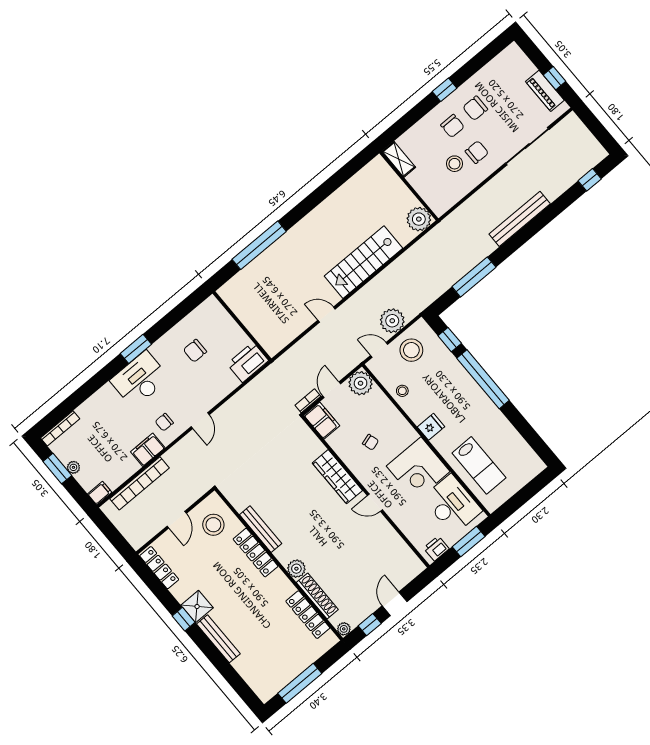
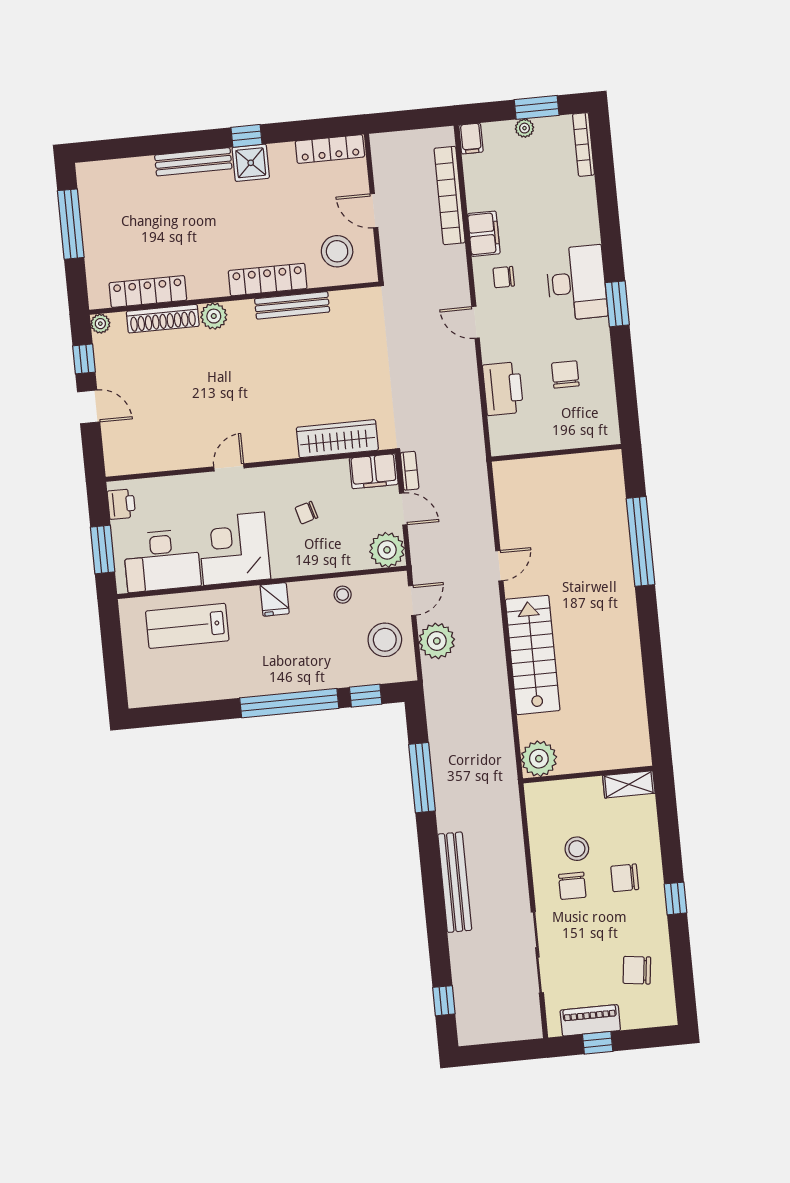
chair: (475, 108) -> (637, 970), moved, turned -83
printer: (248, 362) -> (503, 389), moved
chair: (164, 422) -> (504, 277), turned -90
wardrobe: (337, 477) -> (337, 439), moved

